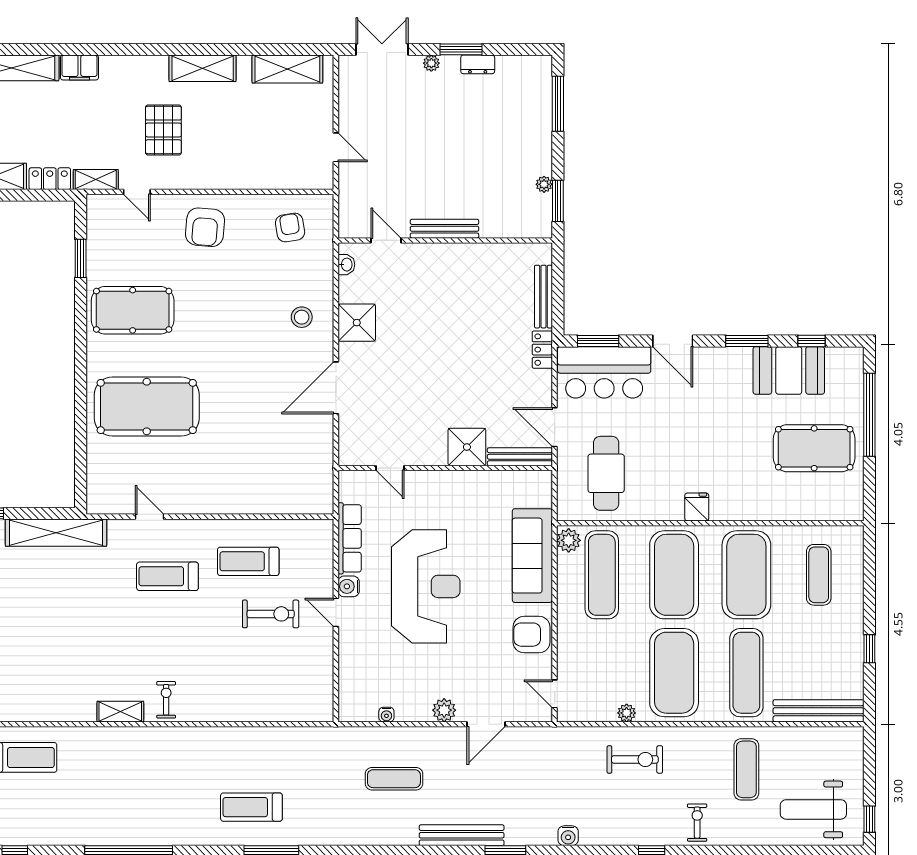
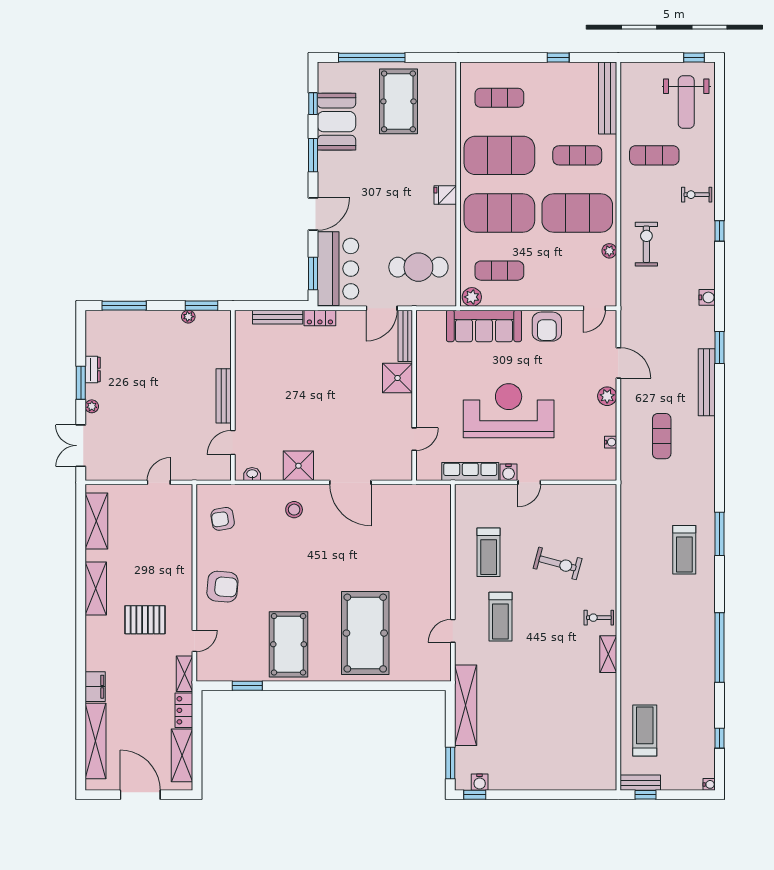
exercise mat: (602, 575) -> (499, 271), width x0.73, depth x0.69
exercise bike: (271, 614) -> (558, 563), moved, turned 105
exercise mat: (746, 673) -> (577, 155), width x0.73, depth x0.69

